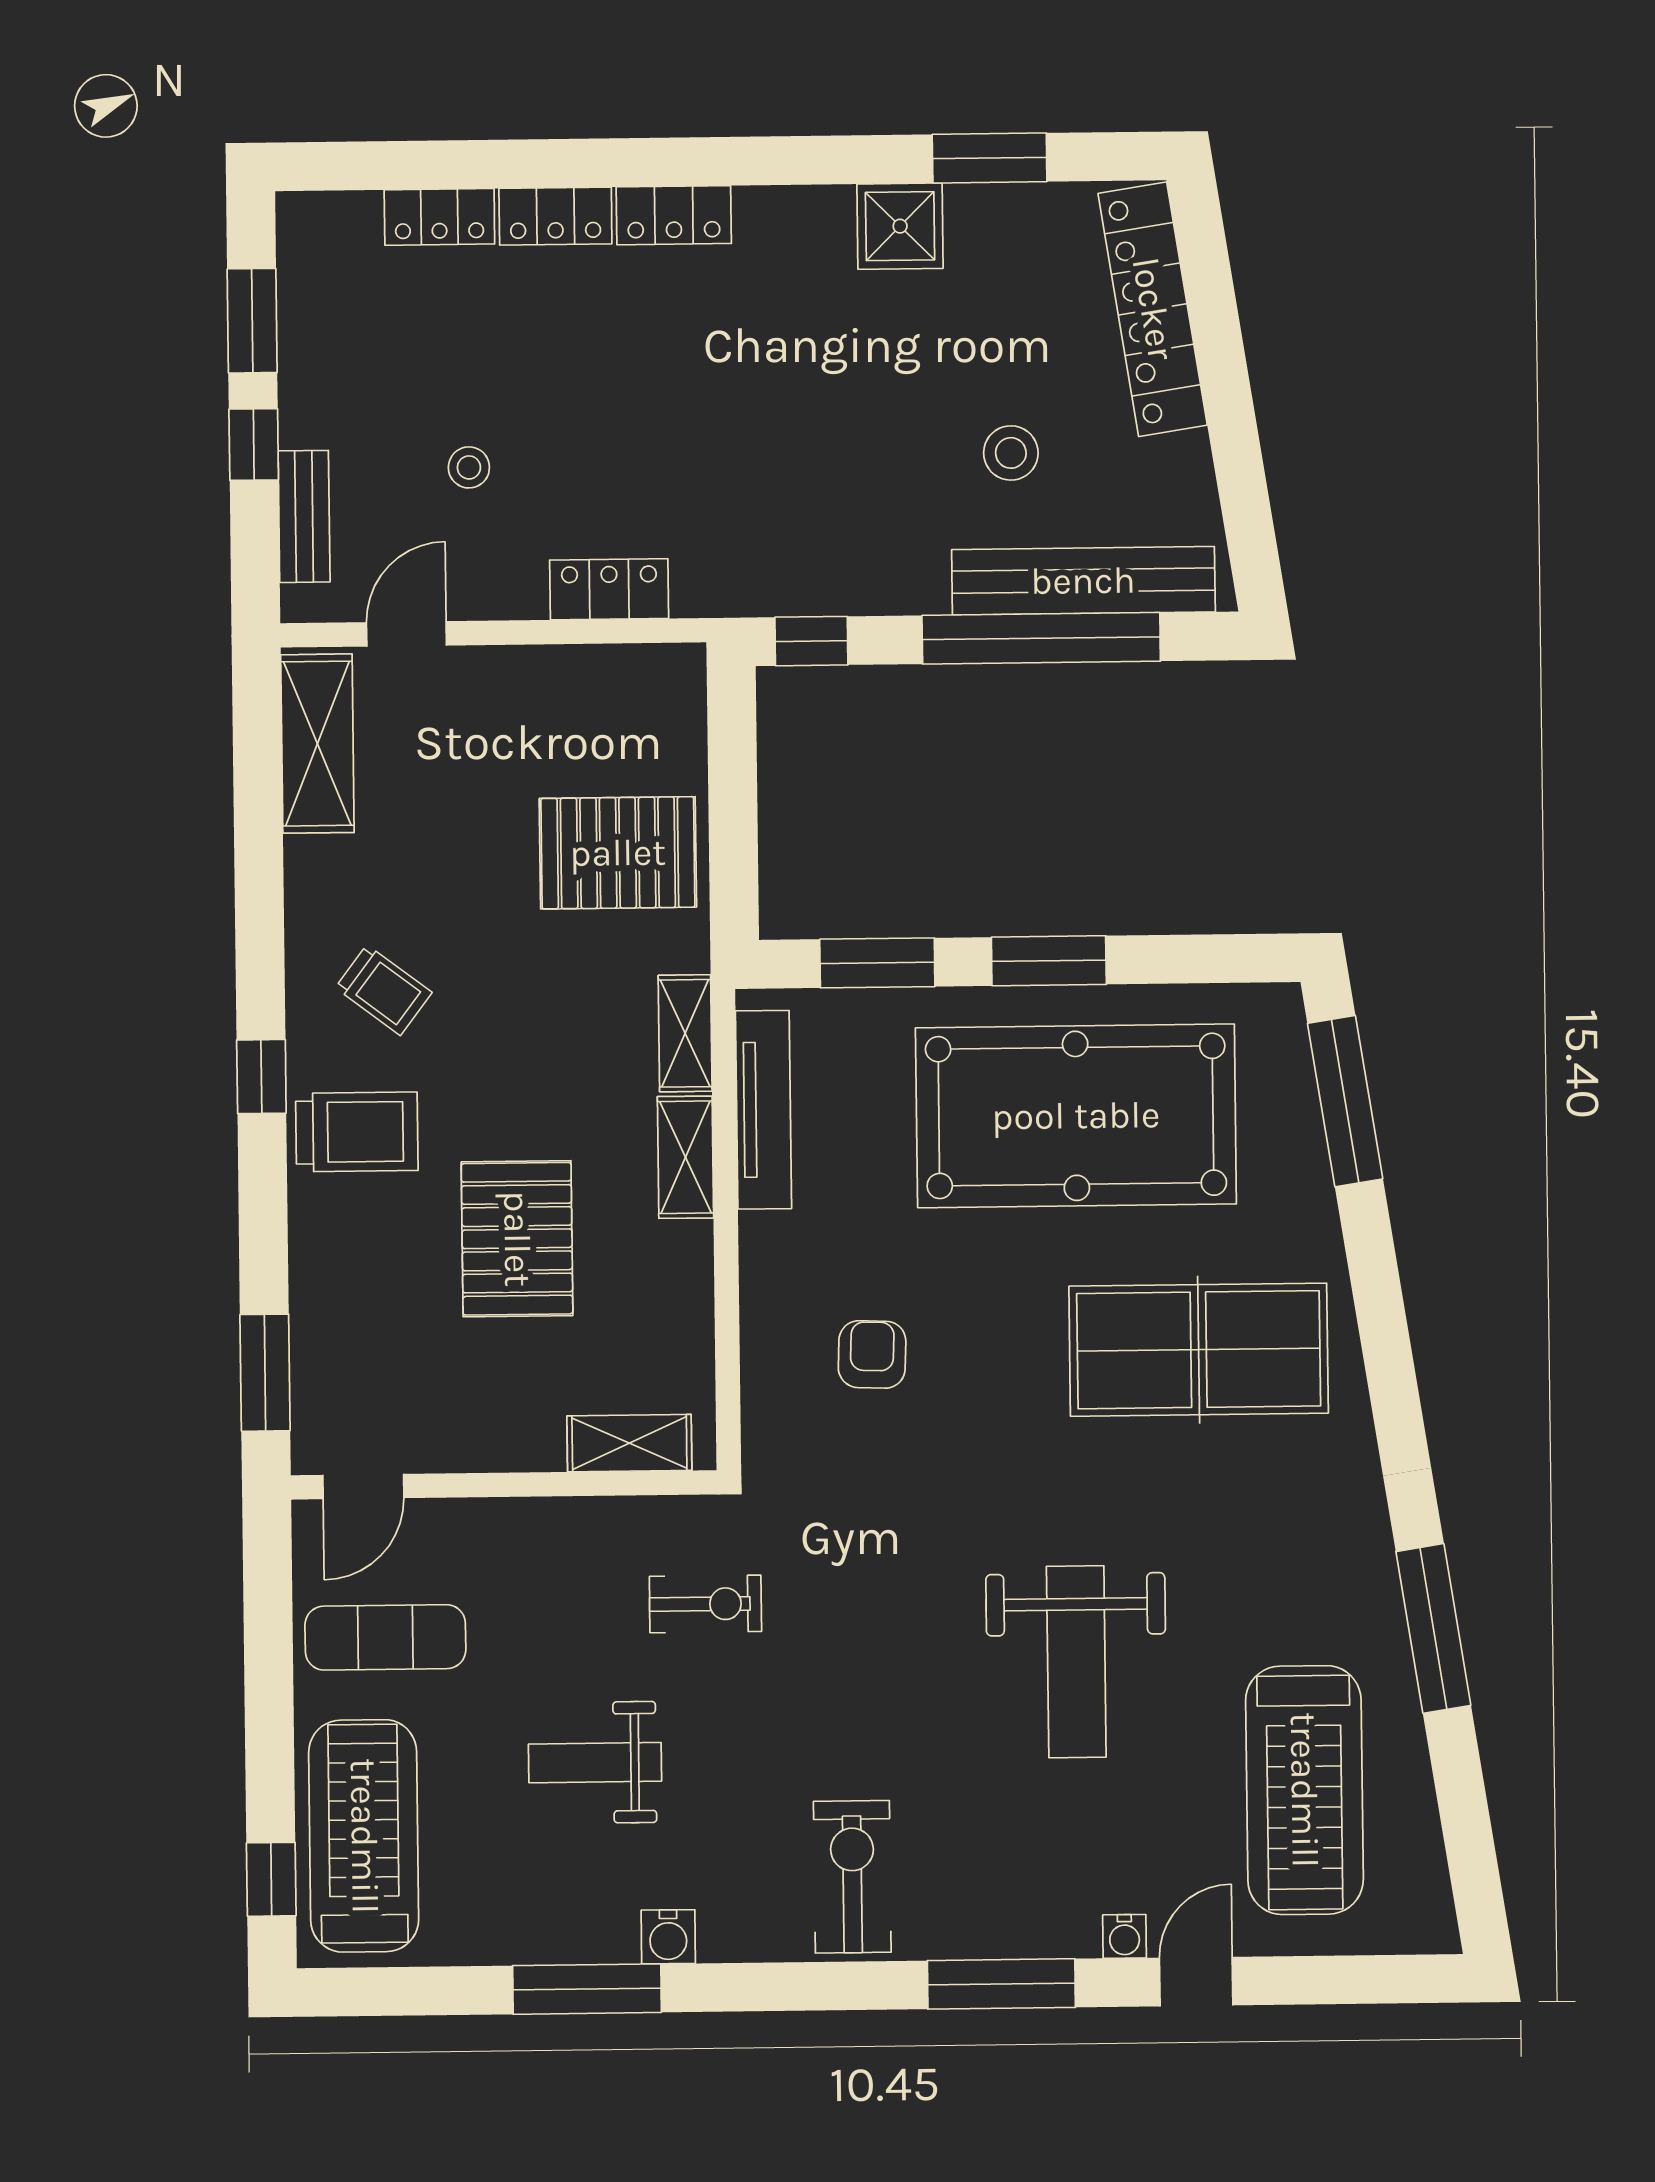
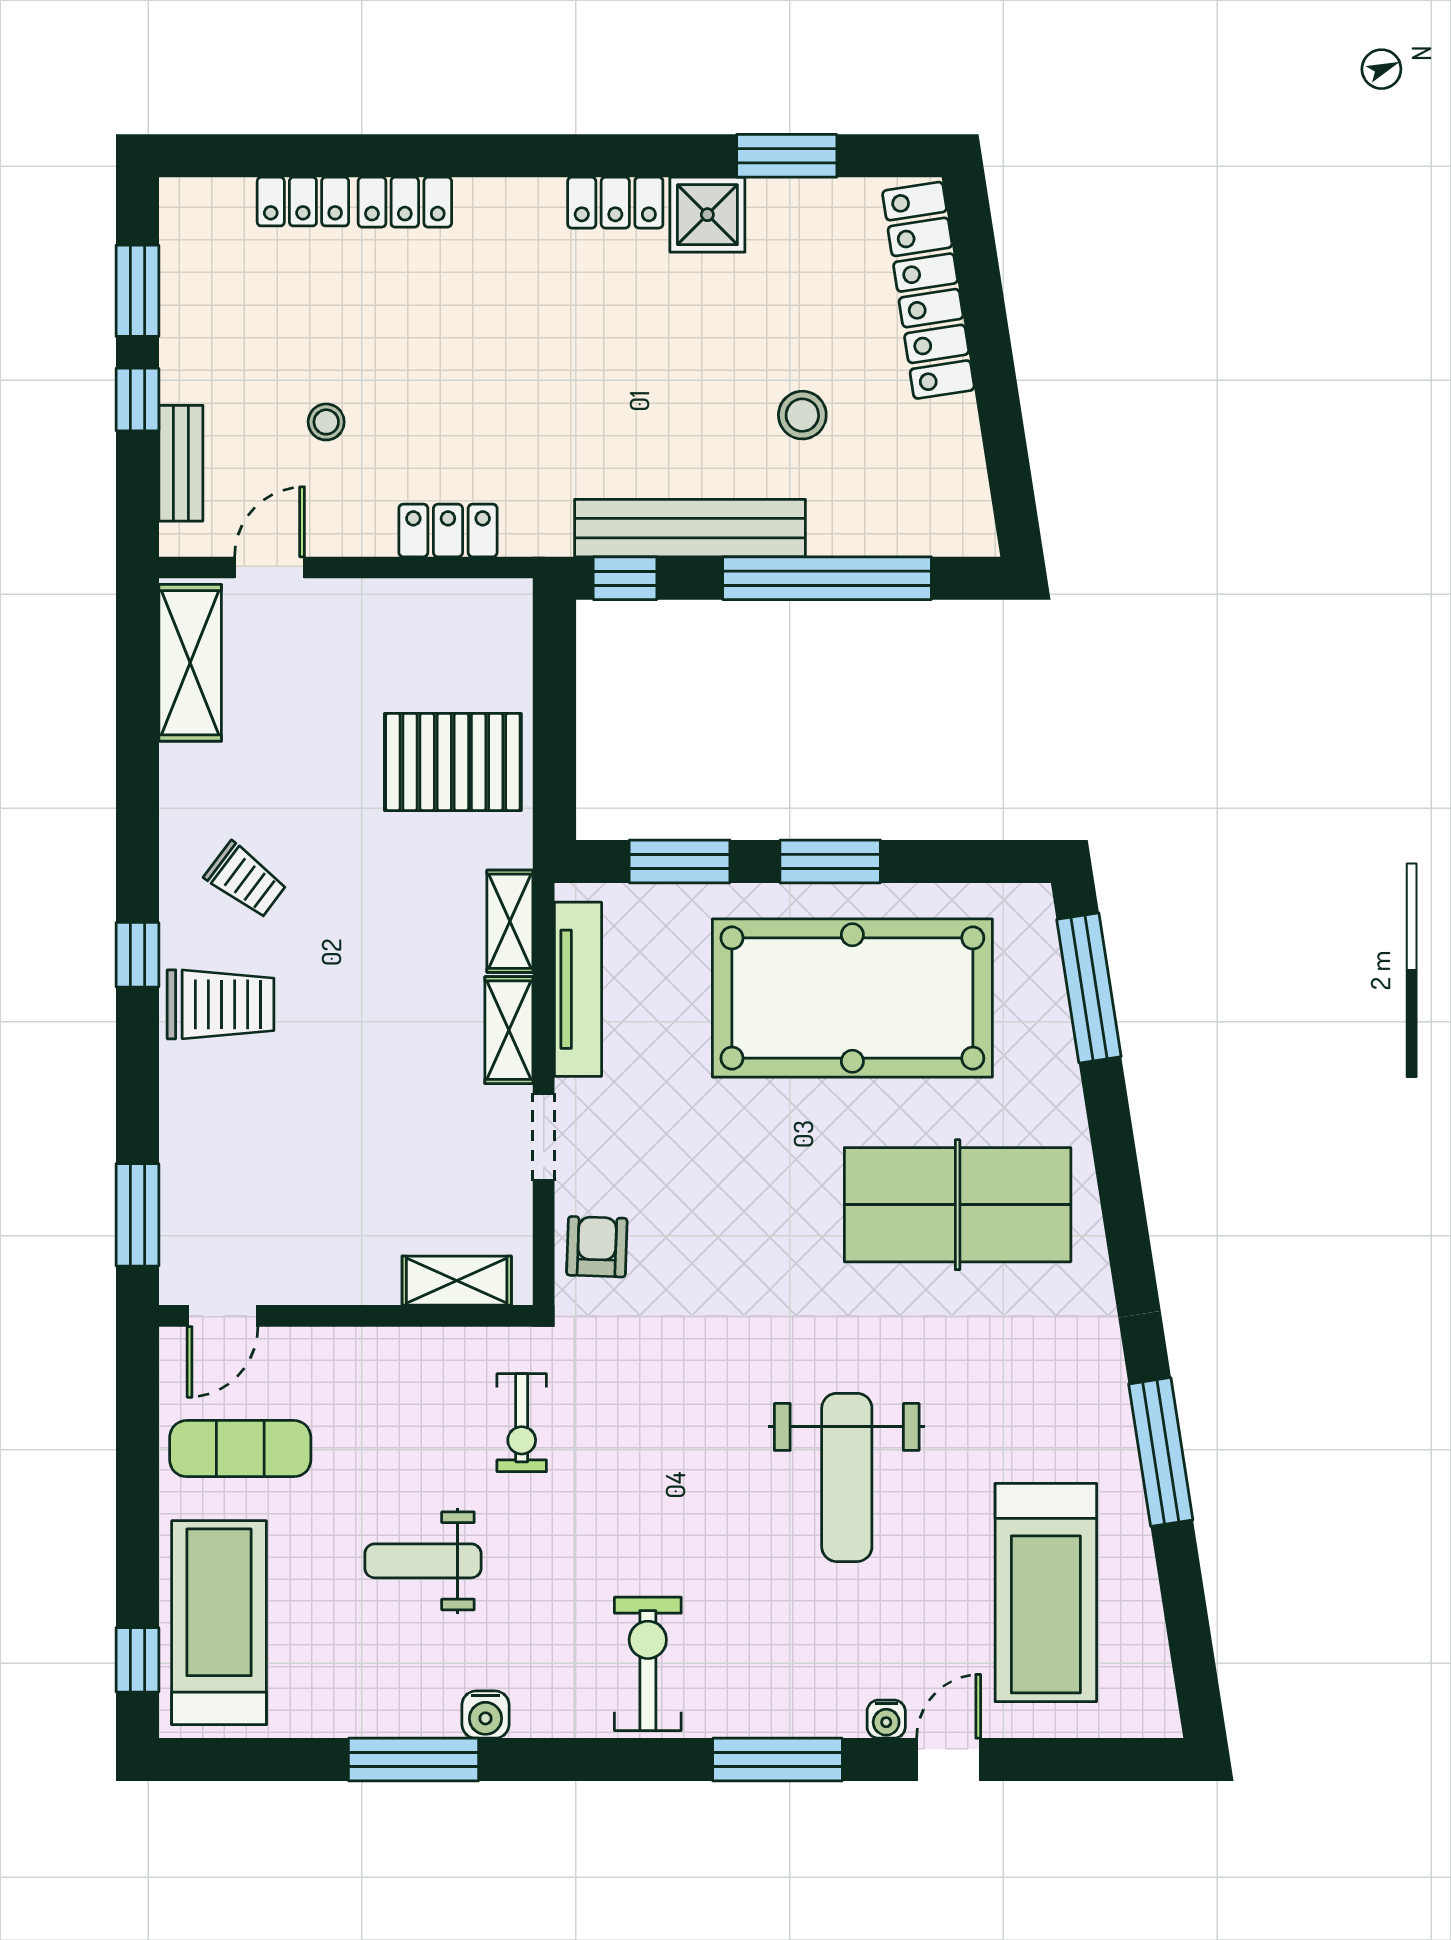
locker: (674, 215) -> (615, 203), moved
bench: (1083, 581) -> (690, 528), moved
pallet: (517, 1239) -> (360, 1100), removed
doorway: (726, 1279) -> (544, 1137), added
armchair: (872, 1354) -> (597, 1247), moved
exercise bike: (705, 1604) -> (522, 1423), turned 90

